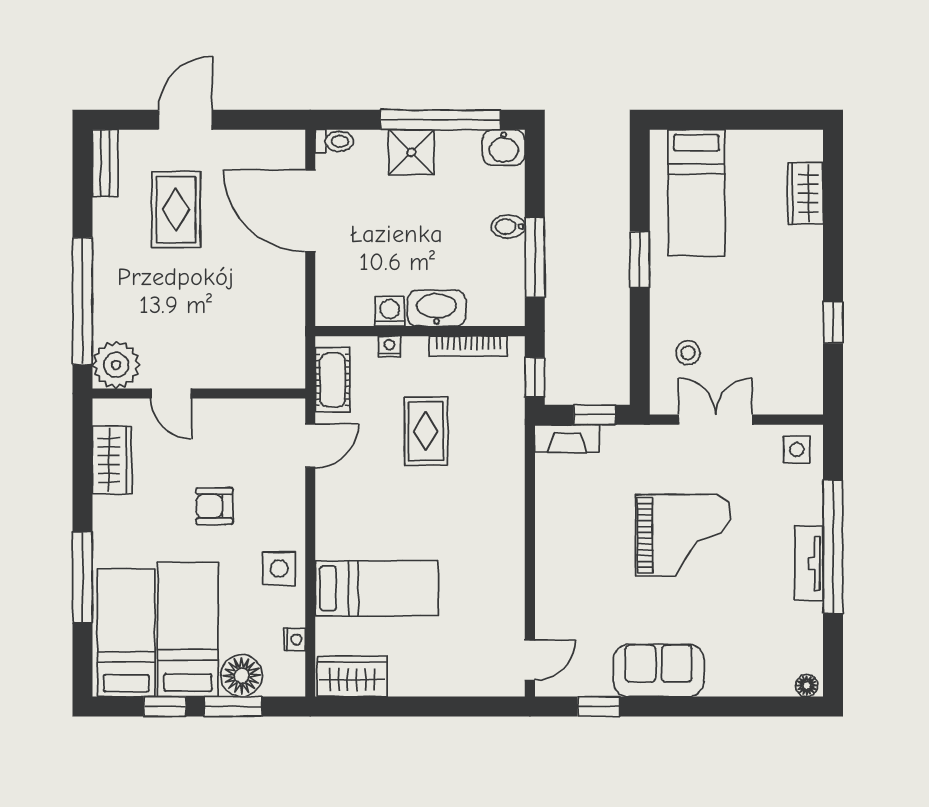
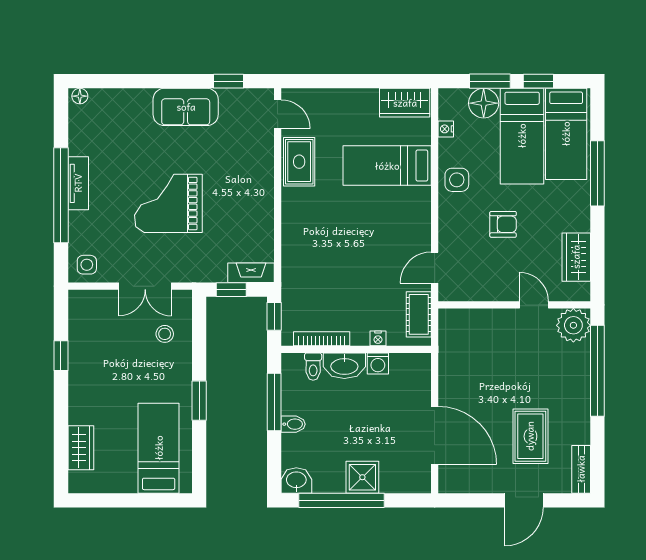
toilet: (334, 141) -> (313, 367), moved, turned -90
rug: (426, 431) -> (299, 162), moved
door: (530, 660) -> (278, 114), swing flipped

